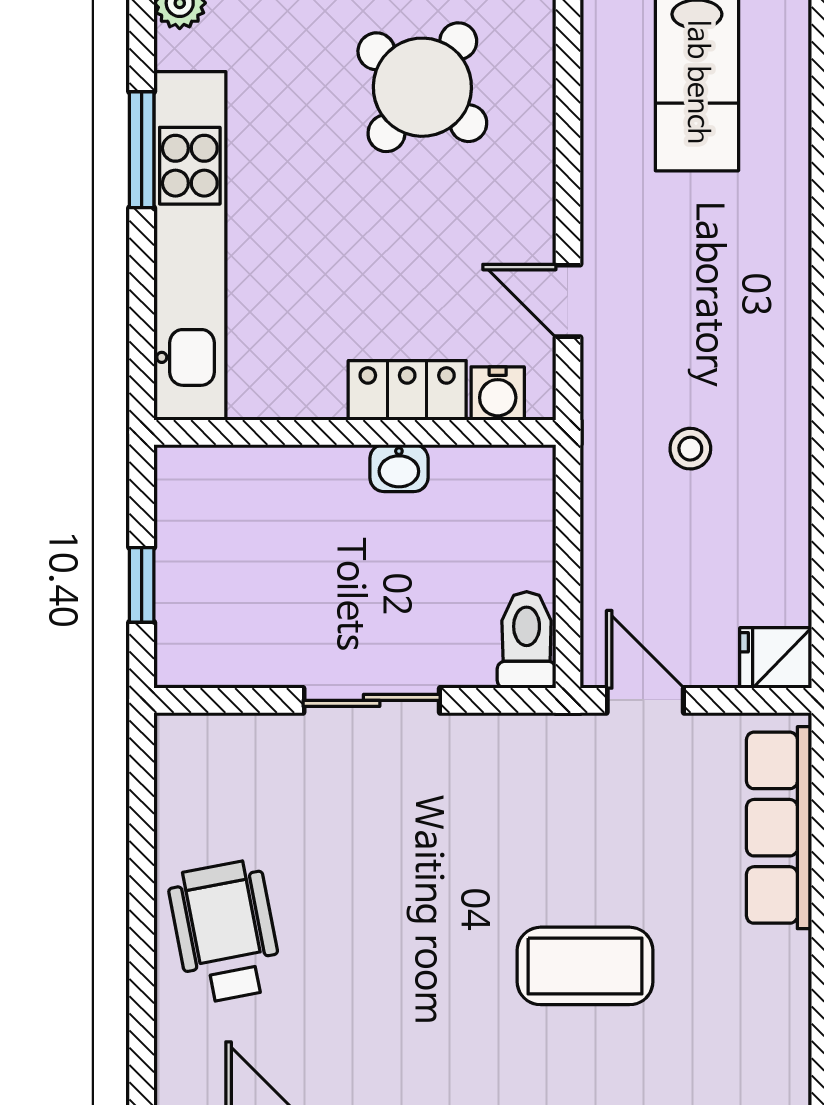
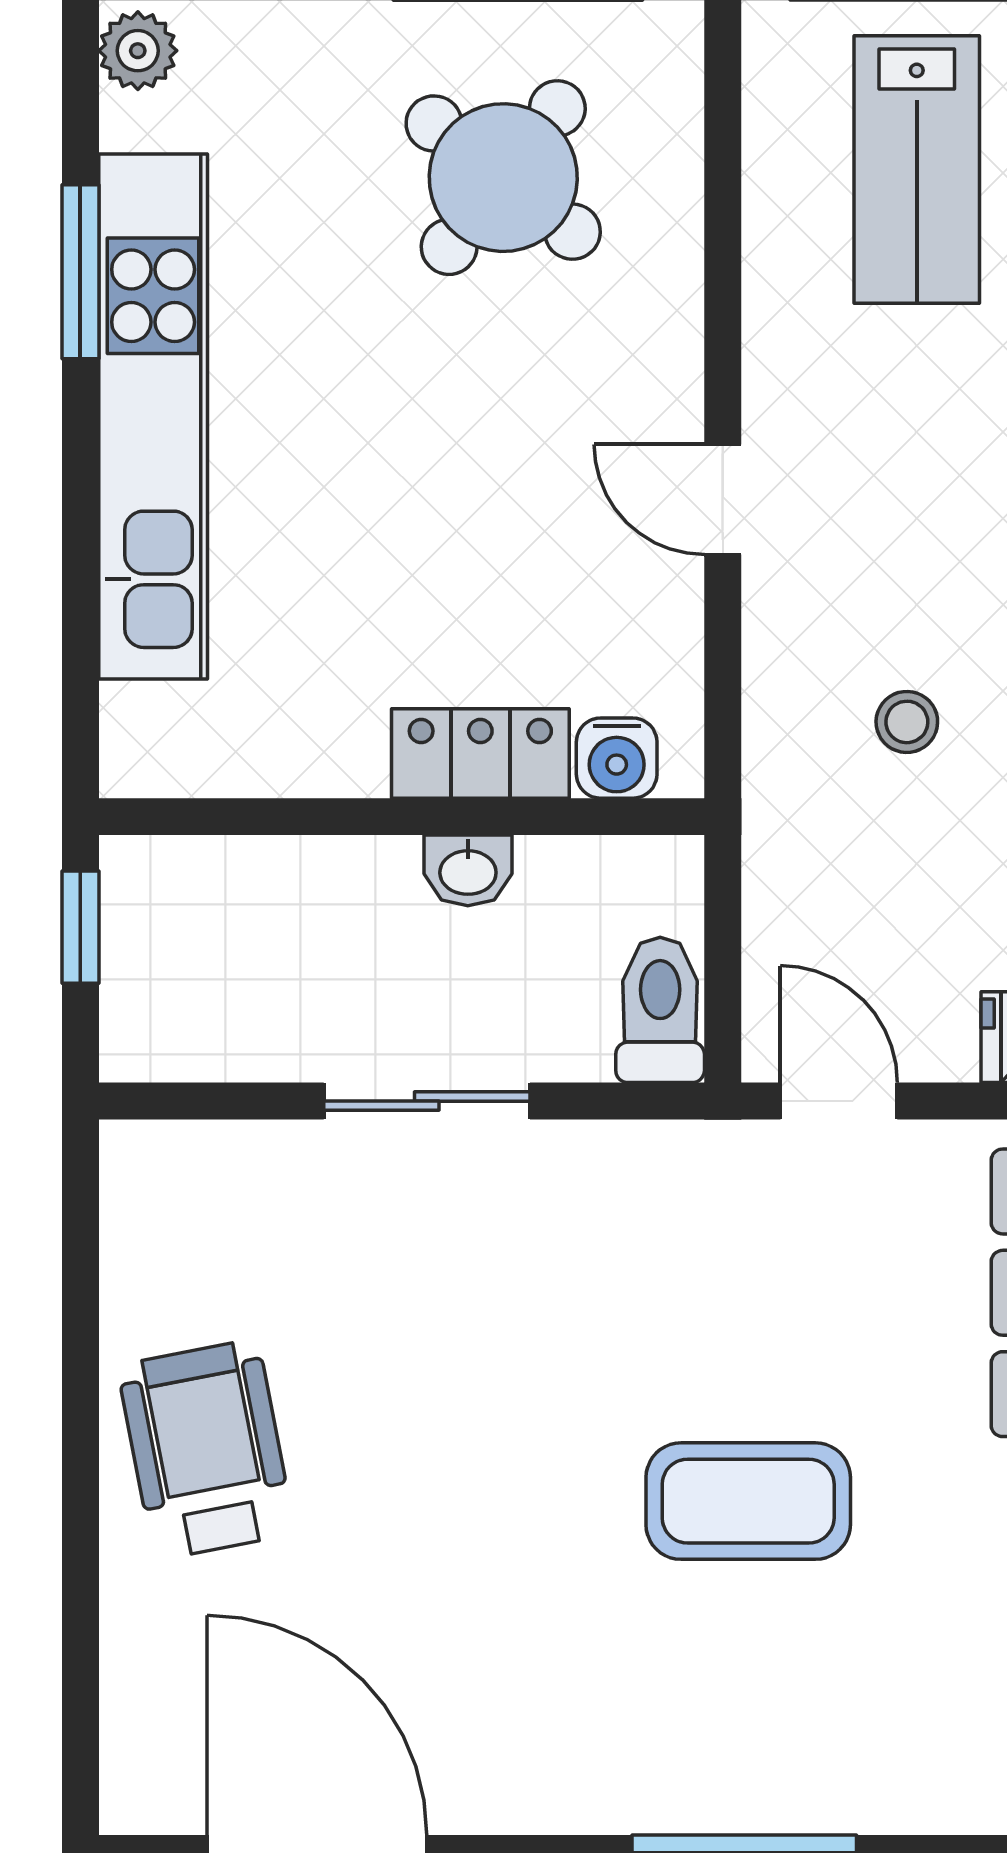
locker: (407, 390) -> (480, 753), moved
water cooler: (498, 393) -> (617, 758), moved
wall: (355, 432) -> (402, 817), moved
washbasin: (399, 468) -> (468, 870), moved

